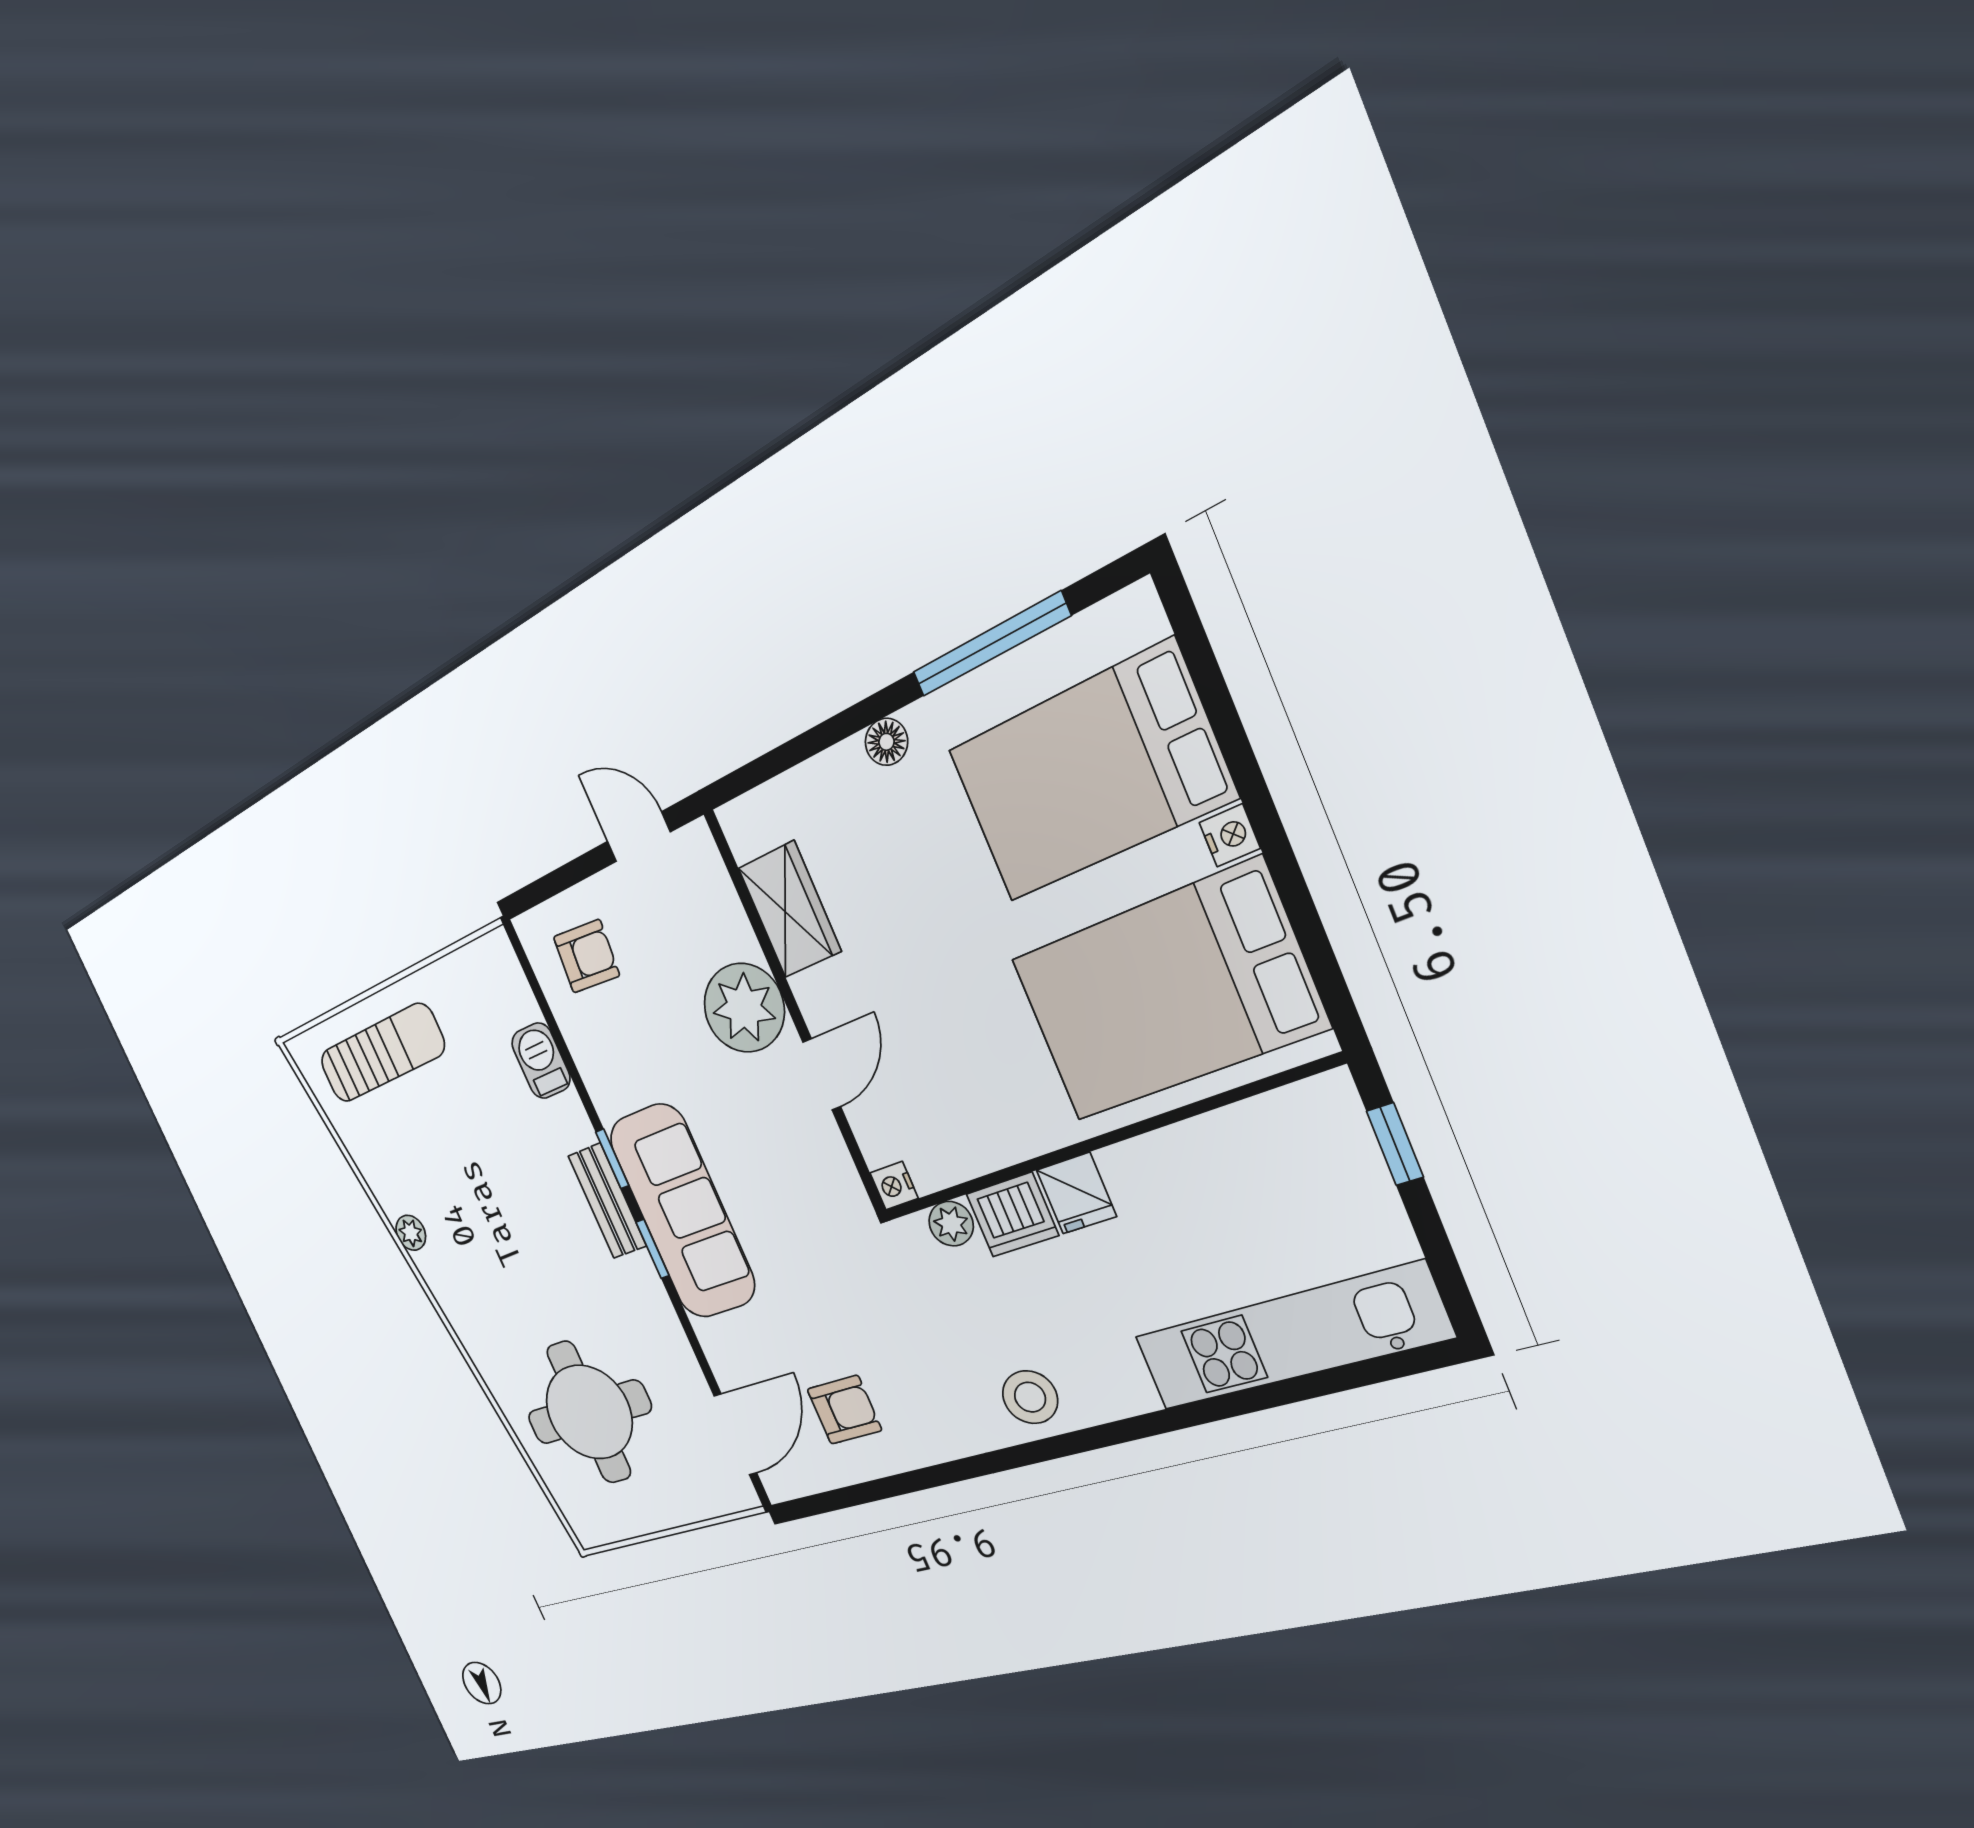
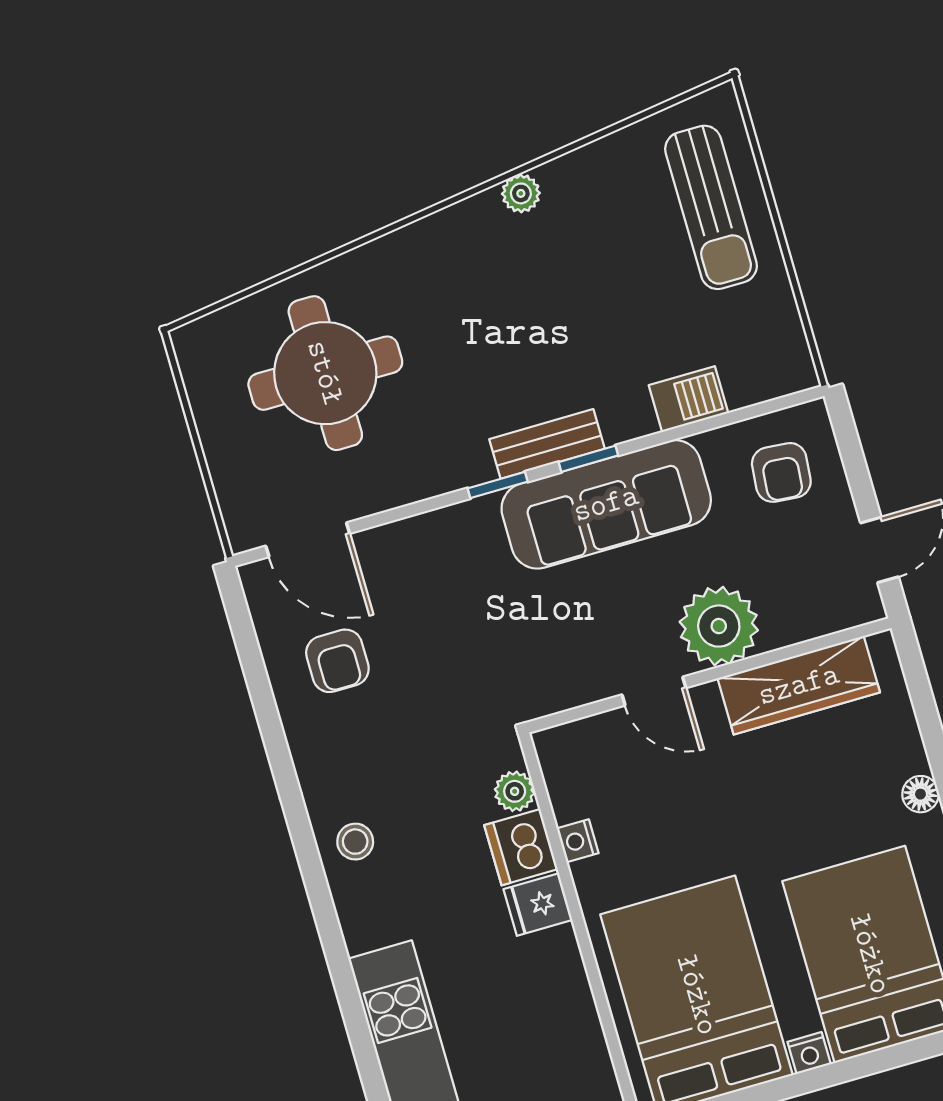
wardrobe: (790, 909) -> (799, 685), width x1.50
nightstand: (894, 1186) -> (578, 841), moved, turned -90
sofa: (682, 1212) -> (606, 504), moved
stool: (1030, 1397) -> (355, 842), width x0.73, depth x0.73

